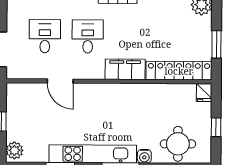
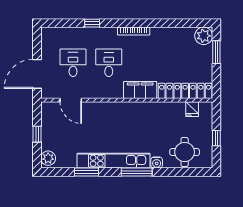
window: (216, 44) -> (216, 52), moved
door: (60, 81) -> (71, 100), moved
fridge: (204, 93) -> (192, 109), moved

